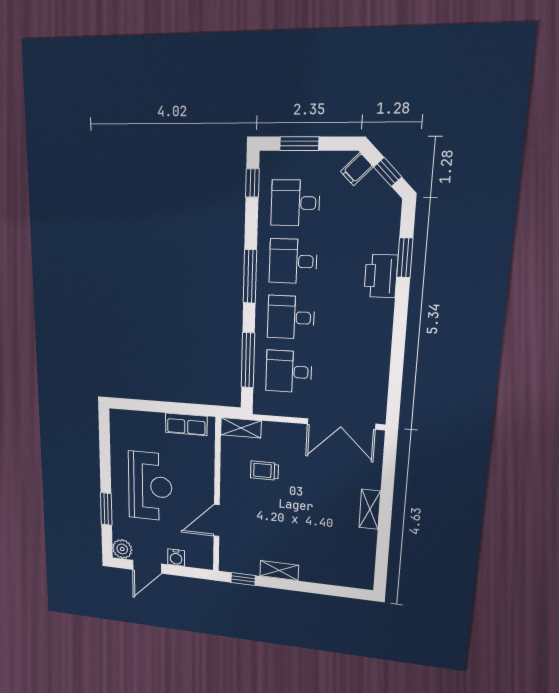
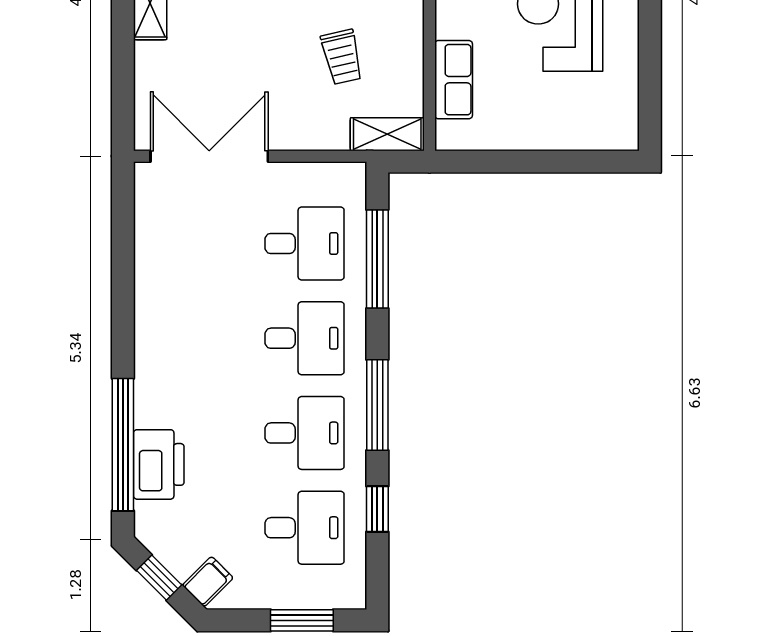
window: (252, 183) -> (377, 509), moved
window: (405, 258) -> (123, 445), width x2.11
printer: (381, 276) -> (159, 464), moved
row of seats: (186, 424) -> (454, 80), moved, turned 90
trolley: (264, 471) -> (342, 57), turned 77

